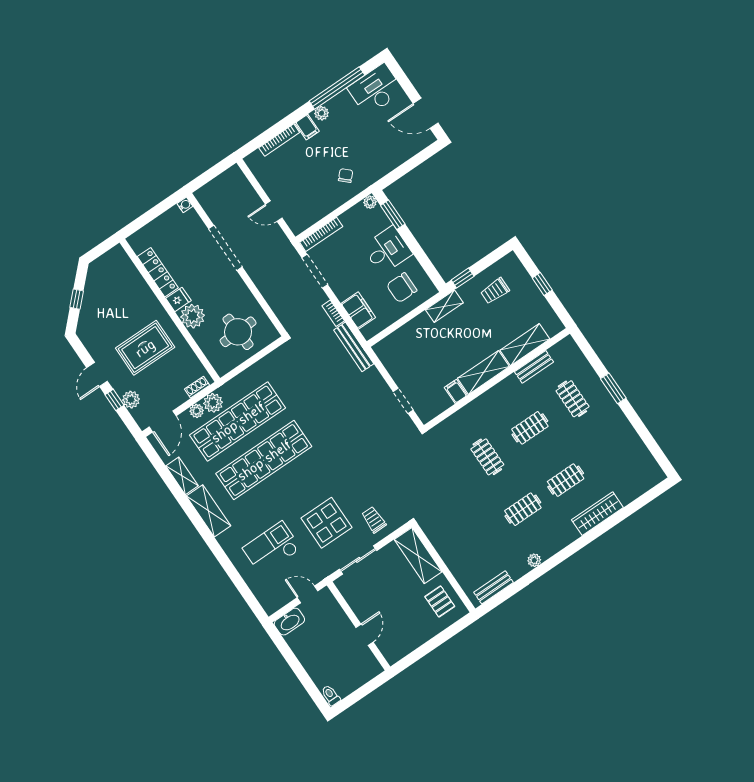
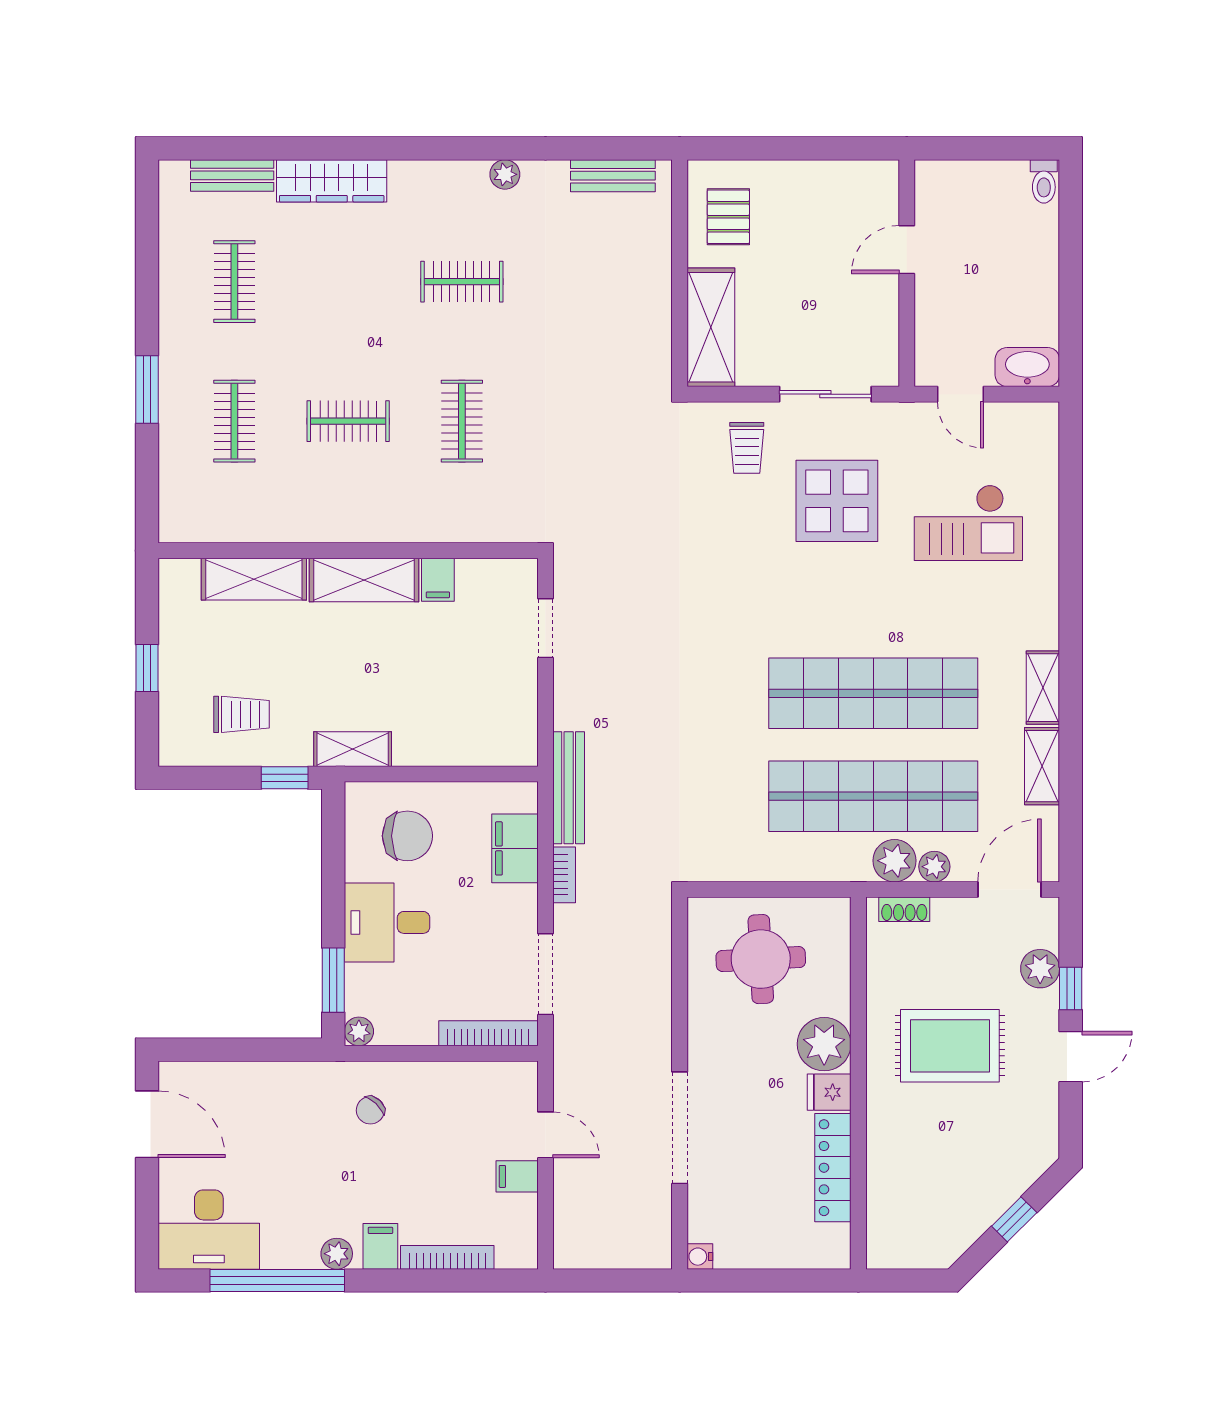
filing cabinet: (274, 188) -> (517, 1176), added
bench: (534, 367) -> (232, 175), moved
clothes rail: (566, 480) -> (234, 282), moved, turned 90
shelving: (208, 511) -> (1043, 688), width x0.67, depth x0.75

